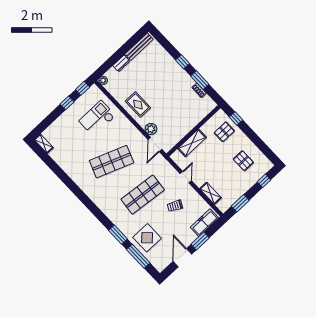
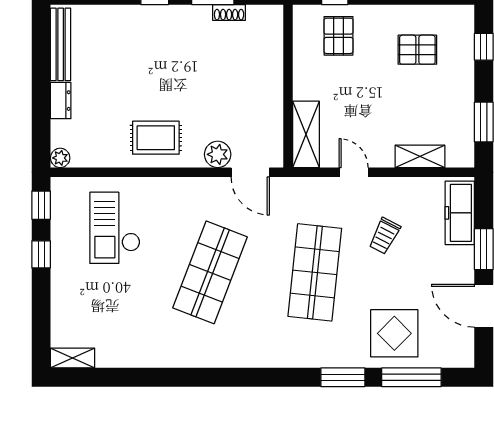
shelving: (192, 143) -> (306, 134), moved

